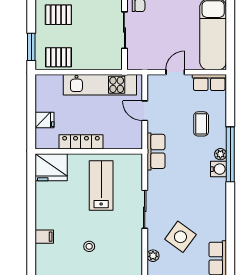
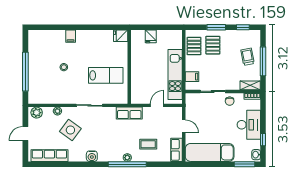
pallet: (58, 15) -> (213, 45), moved
window: (31, 47) -> (216, 27), moved
filing cabinet: (103, 60) -> (192, 77), added
locker: (81, 142) -> (136, 62), removed
fridge: (51, 167) -> (121, 36), width x0.53, depth x0.75
water cooler: (218, 169) -> (92, 156), moved

